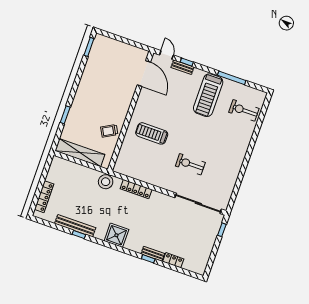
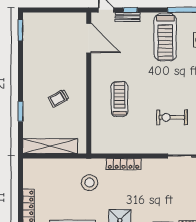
trolley: (109, 131) -> (59, 98), moved
treadmill: (152, 133) -> (119, 99), turned 90
stool: (106, 182) -> (89, 183), moved

